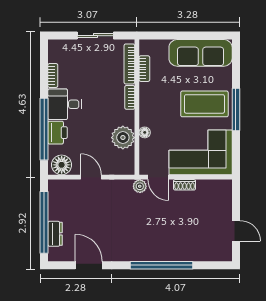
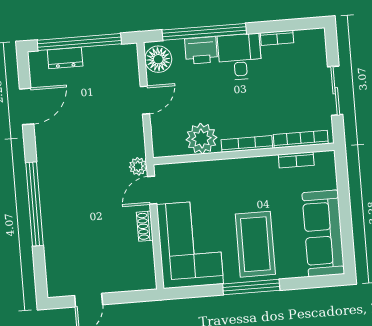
bookcase: (130, 97) -> (247, 144), width x1.56
floor lamp: (145, 132) -> (211, 167), removed

